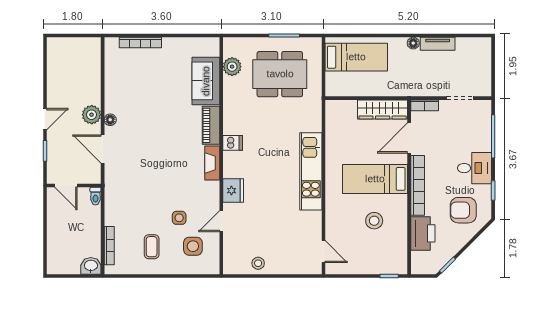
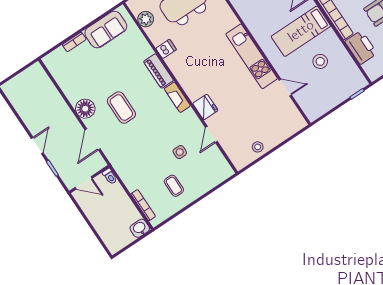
bookcase: (140, 43) -> (74, 42), width x0.64
sofa: (206, 81) -> (106, 30), moved, turned -90
plant: (92, 115) -> (68, 120), removed
floor lamp: (110, 120) -> (85, 109), width x1.89, depth x1.89
coffee table: (151, 137) -> (121, 108), added
dishwasher: (233, 143) -> (166, 49), moved
door: (103, 149) -> (93, 139), hinge flipped
side table: (193, 246) -> (203, 166), removed
door: (323, 252) -> (285, 87), moved

